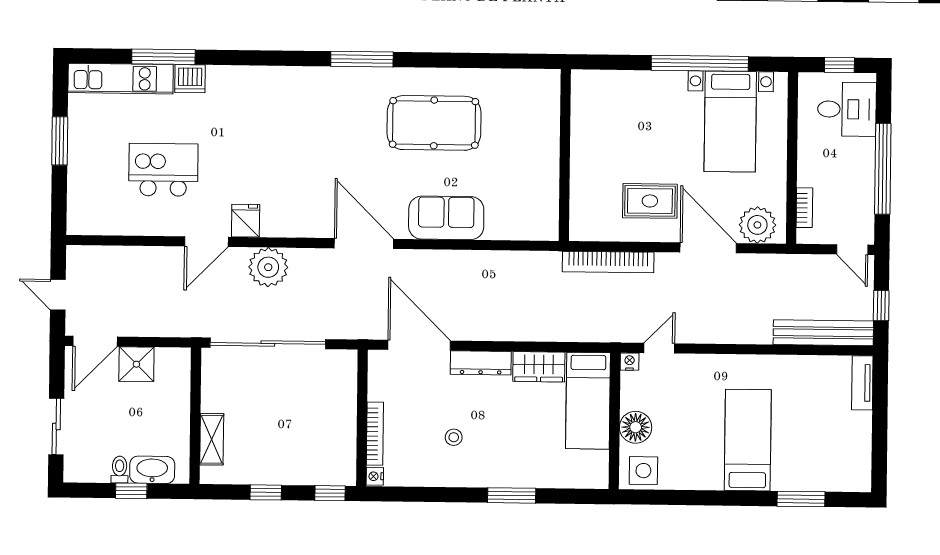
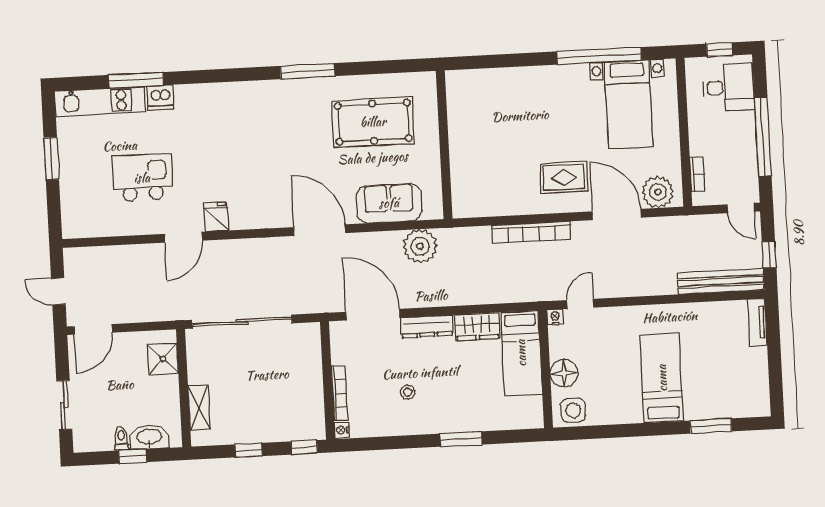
wall: (565, 155) -> (444, 145), moved
plant: (268, 267) -> (420, 246), moved
shower: (136, 364) -> (163, 359), moved

